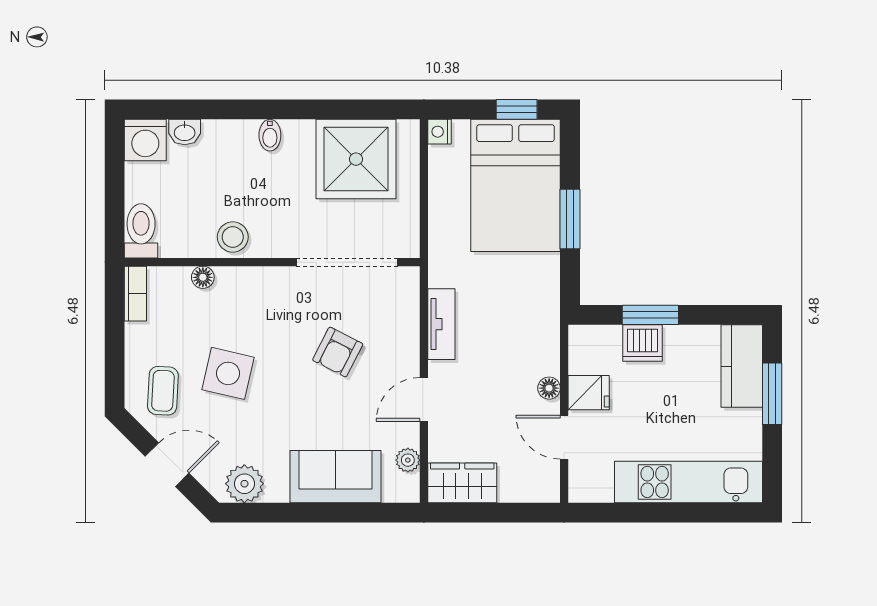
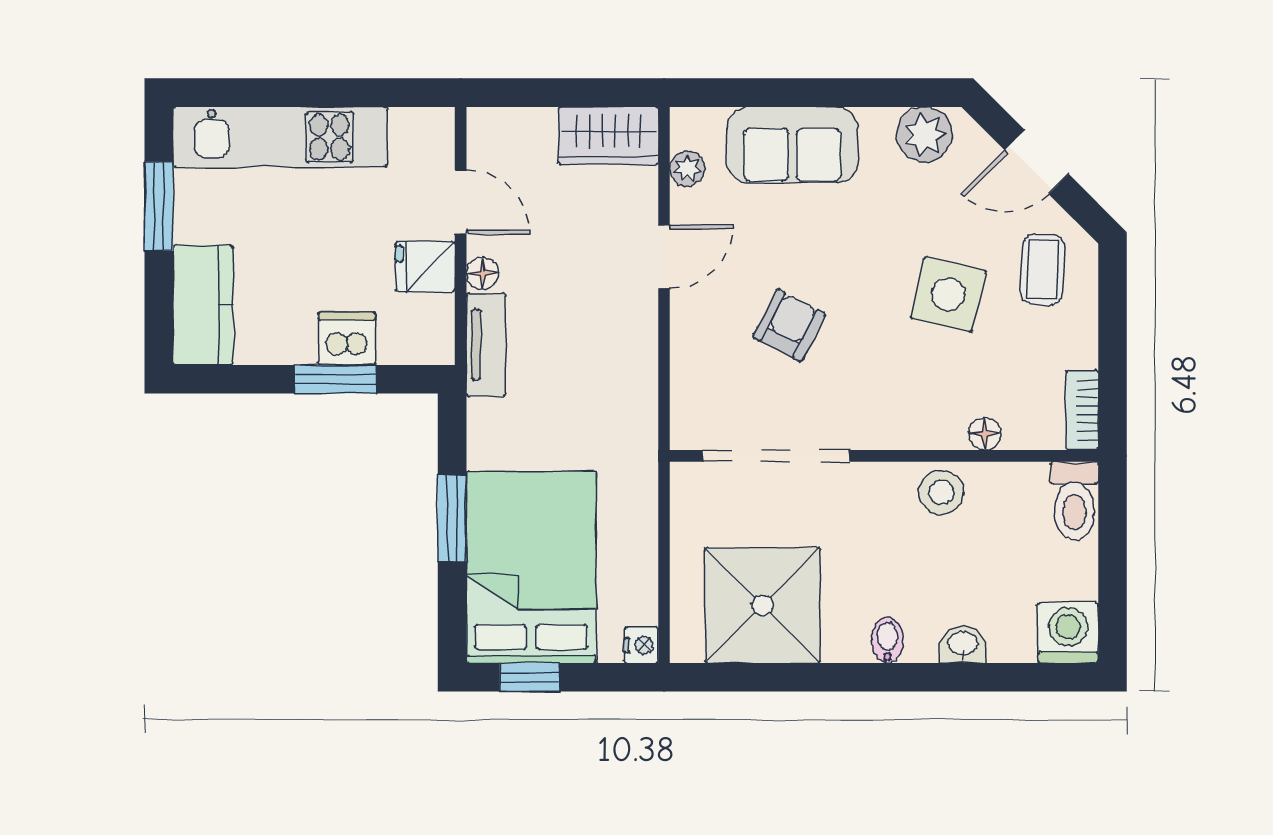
washbasin: (185, 132) -> (963, 645), moved
tv unit: (441, 324) -> (486, 345), moved, turned 180
window: (772, 394) -> (159, 206), moved

